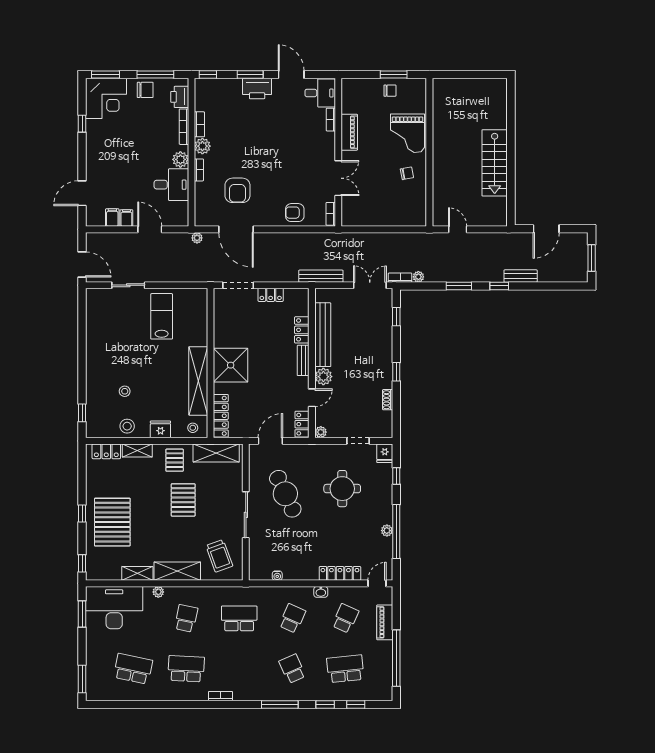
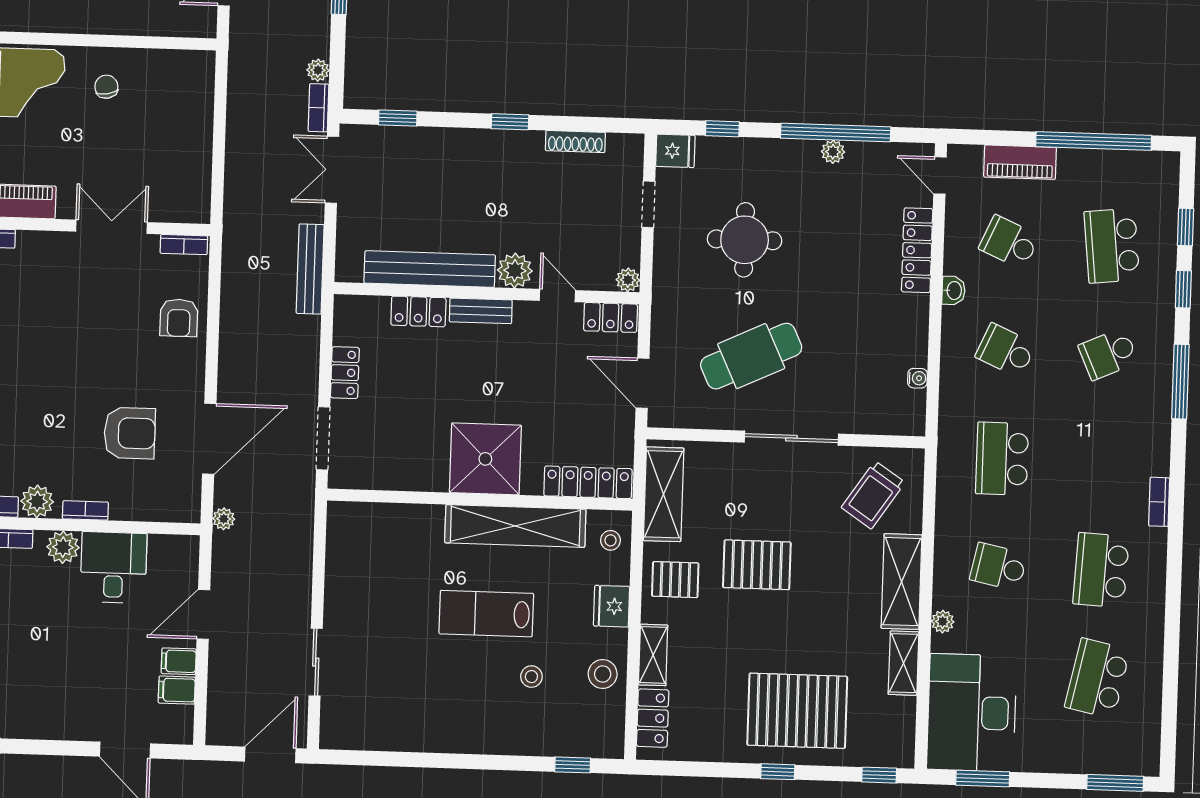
lab bench: (162, 316) -> (486, 614), moved
shoe rack: (388, 400) -> (575, 141), width x1.43
trolley: (219, 556) -> (873, 495), turned 144

